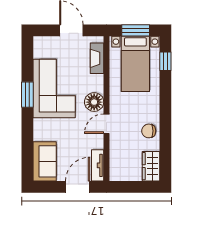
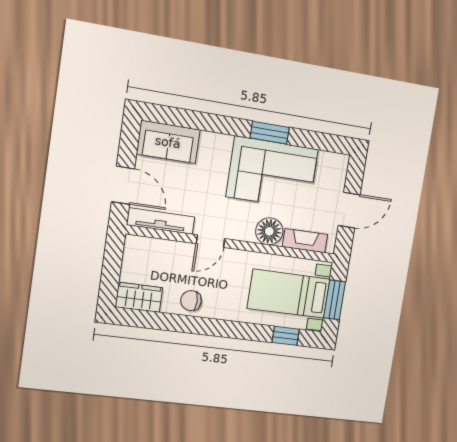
floor lamp: (94, 102) -> (269, 231), moved
door: (106, 124) -> (211, 241), swing flipped
chair: (149, 131) -> (191, 301), turned -90
tv unit: (98, 165) -> (161, 221), width x1.41

